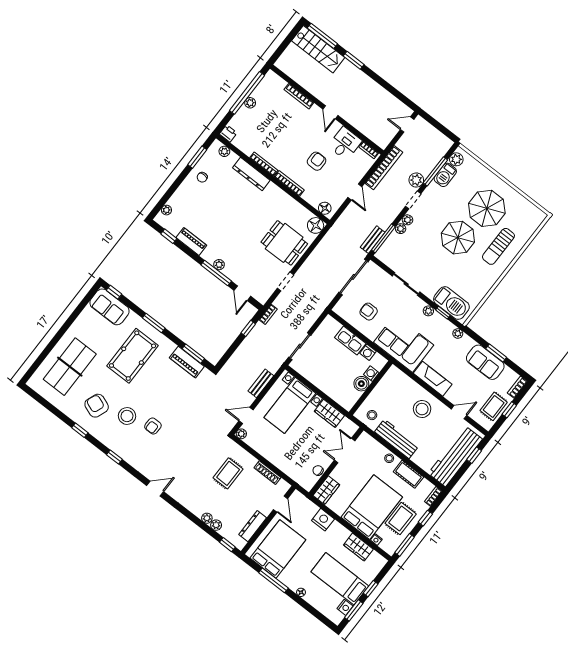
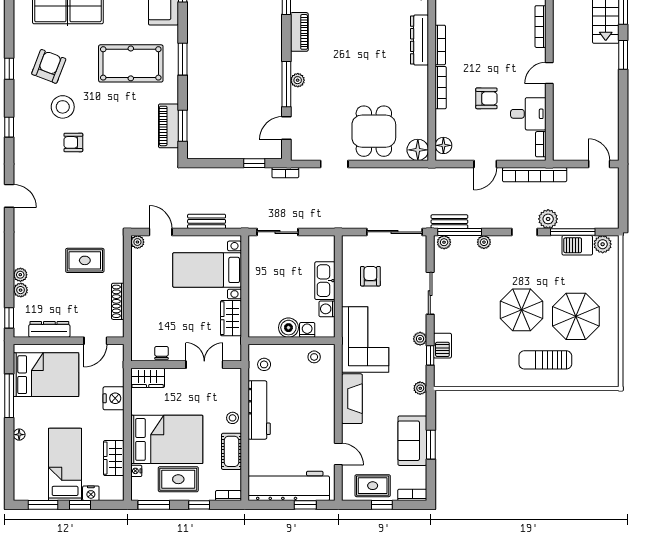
plant: (407, 220) -> (444, 242), moved
barbecue: (451, 303) -> (442, 346), width x0.53, depth x0.65
stool: (422, 409) -> (314, 357), moved, width x0.53, depth x0.53
nightstand: (345, 607) -> (91, 493), moved

